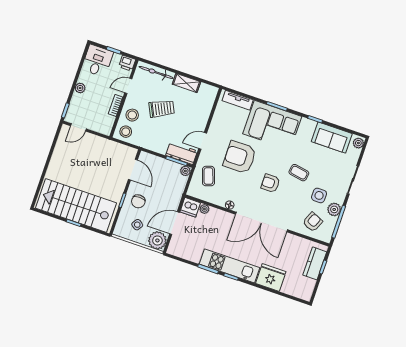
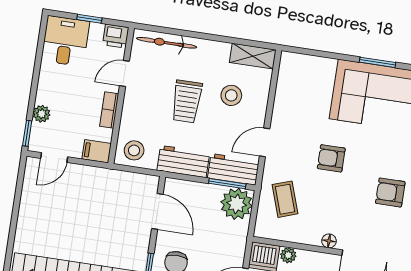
shelving: (186, 83) -> (253, 56), moved
plant: (80, 88) -> (42, 114), moved
tv unit: (238, 100) -> (311, 64), removed
trolley: (162, 109) -> (187, 101), turned 116
stool: (132, 115) -> (231, 95), moved
filing cabinet: (104, 128) -> (97, 151), added
workbench: (153, 143) -> (183, 162), added
armchair: (240, 157) -> (331, 158), width x0.53, depth x0.53
plant: (185, 171) -> (237, 204), width x1.87, depth x1.87

